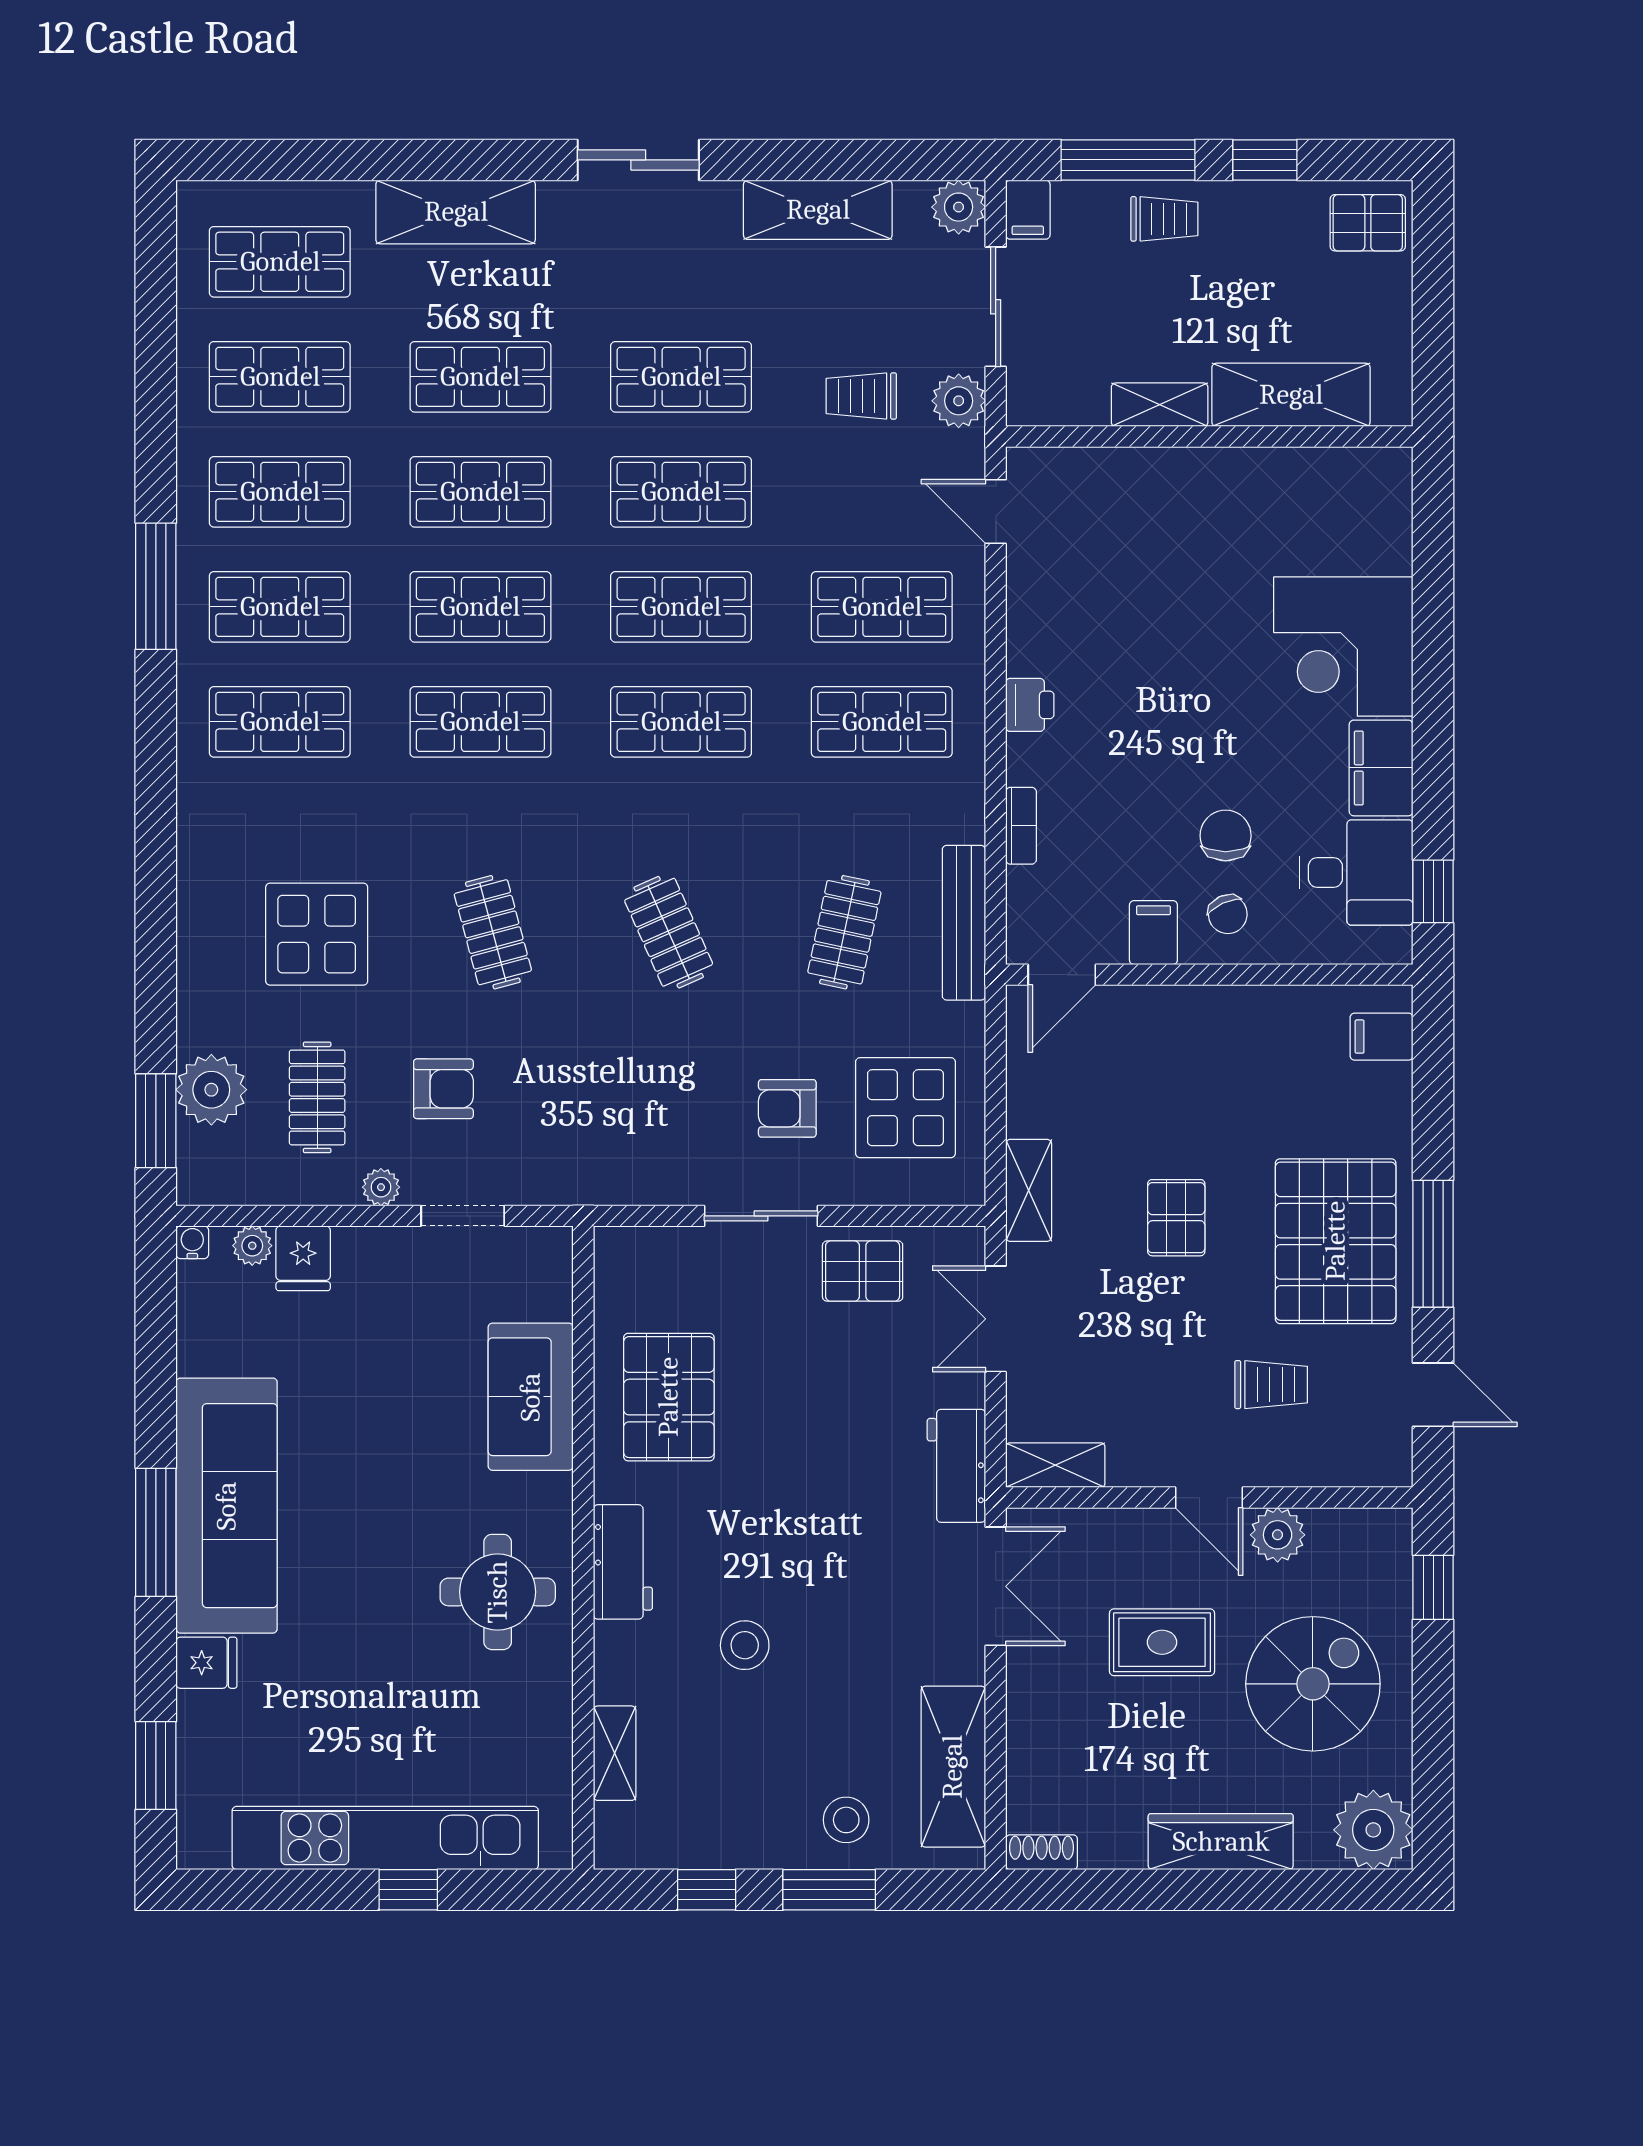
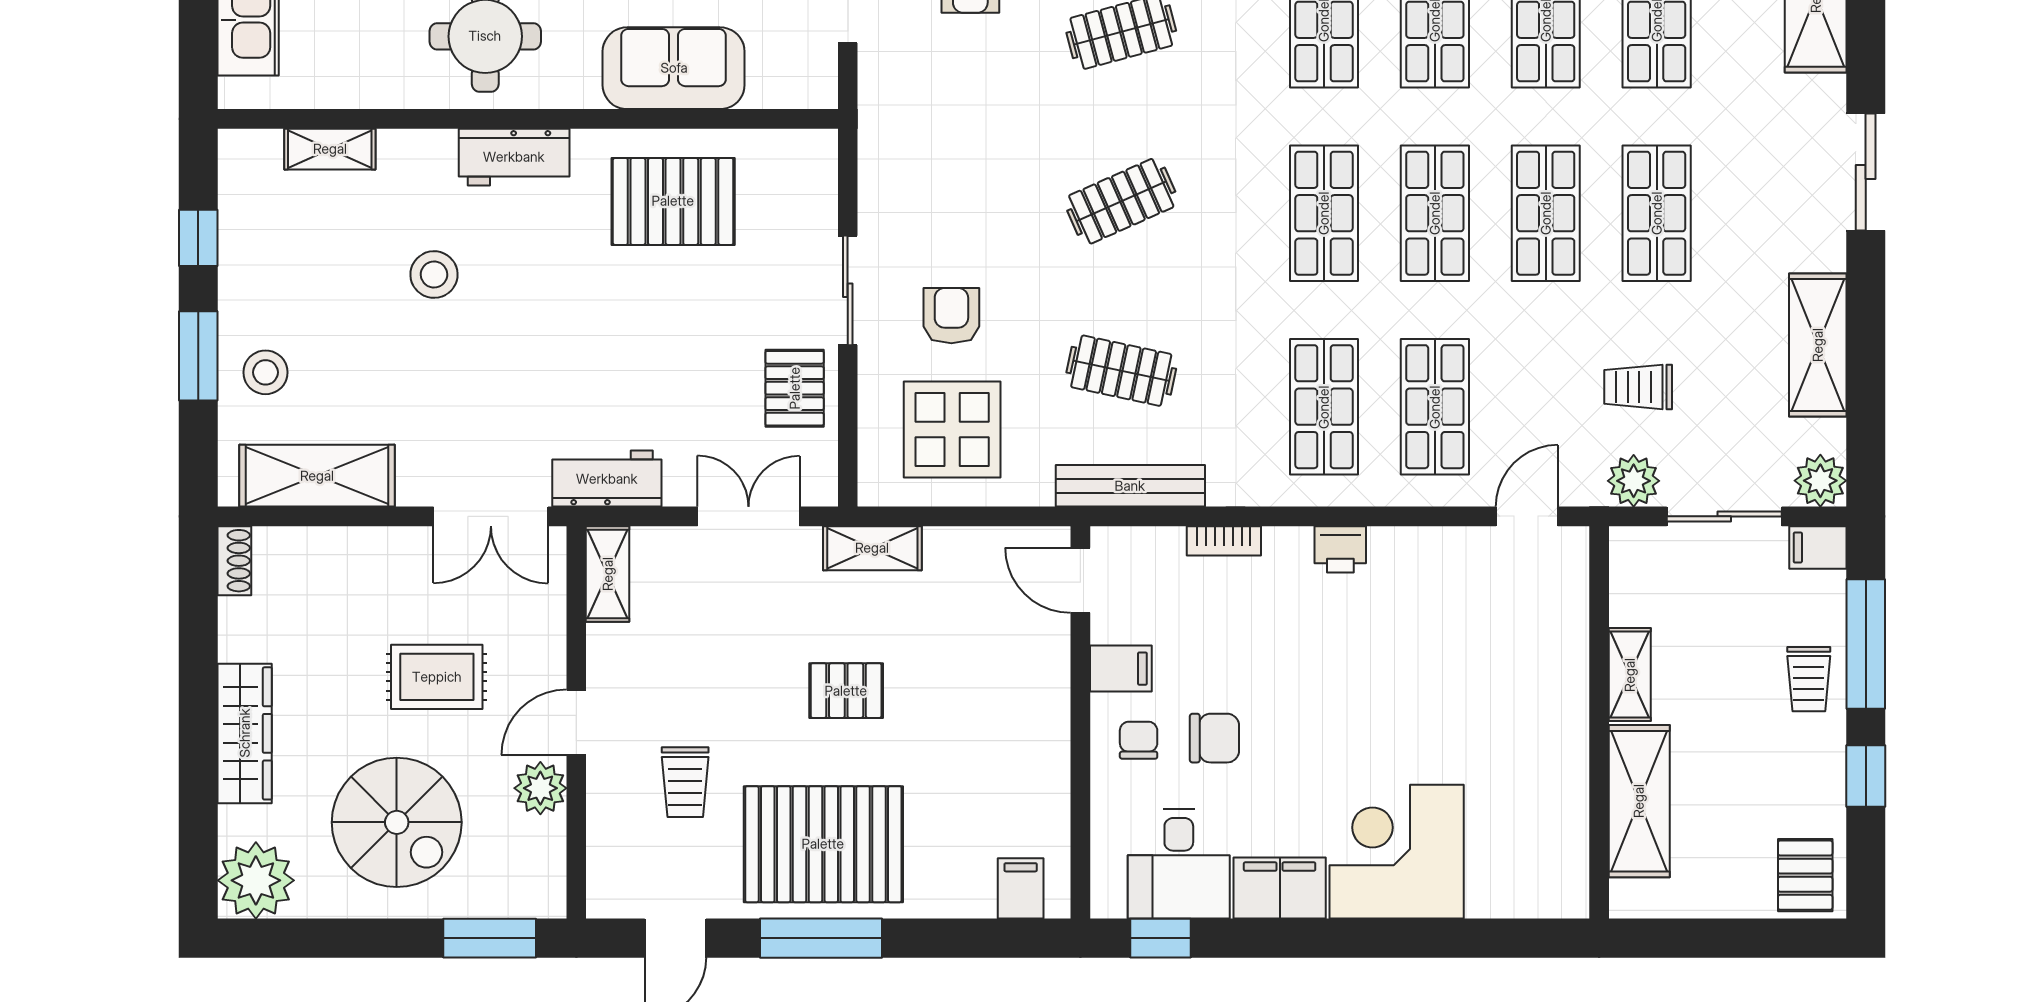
trolley: (861, 396) -> (1638, 387), turned -90
chair: (1228, 914) -> (1139, 740), turned 115
window: (1433, 1587) -> (490, 938), width x1.50
rug: (1162, 1642) -> (437, 677), turned 90

